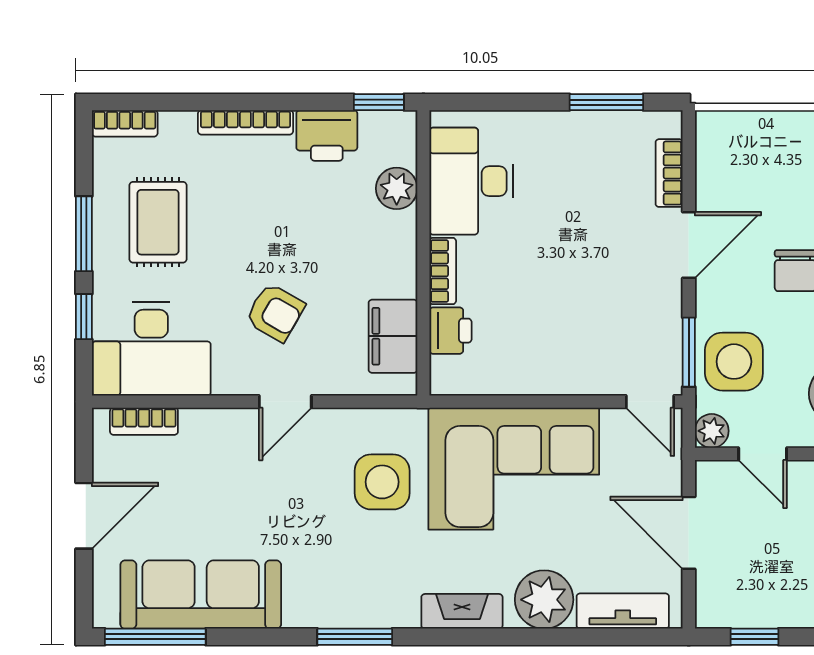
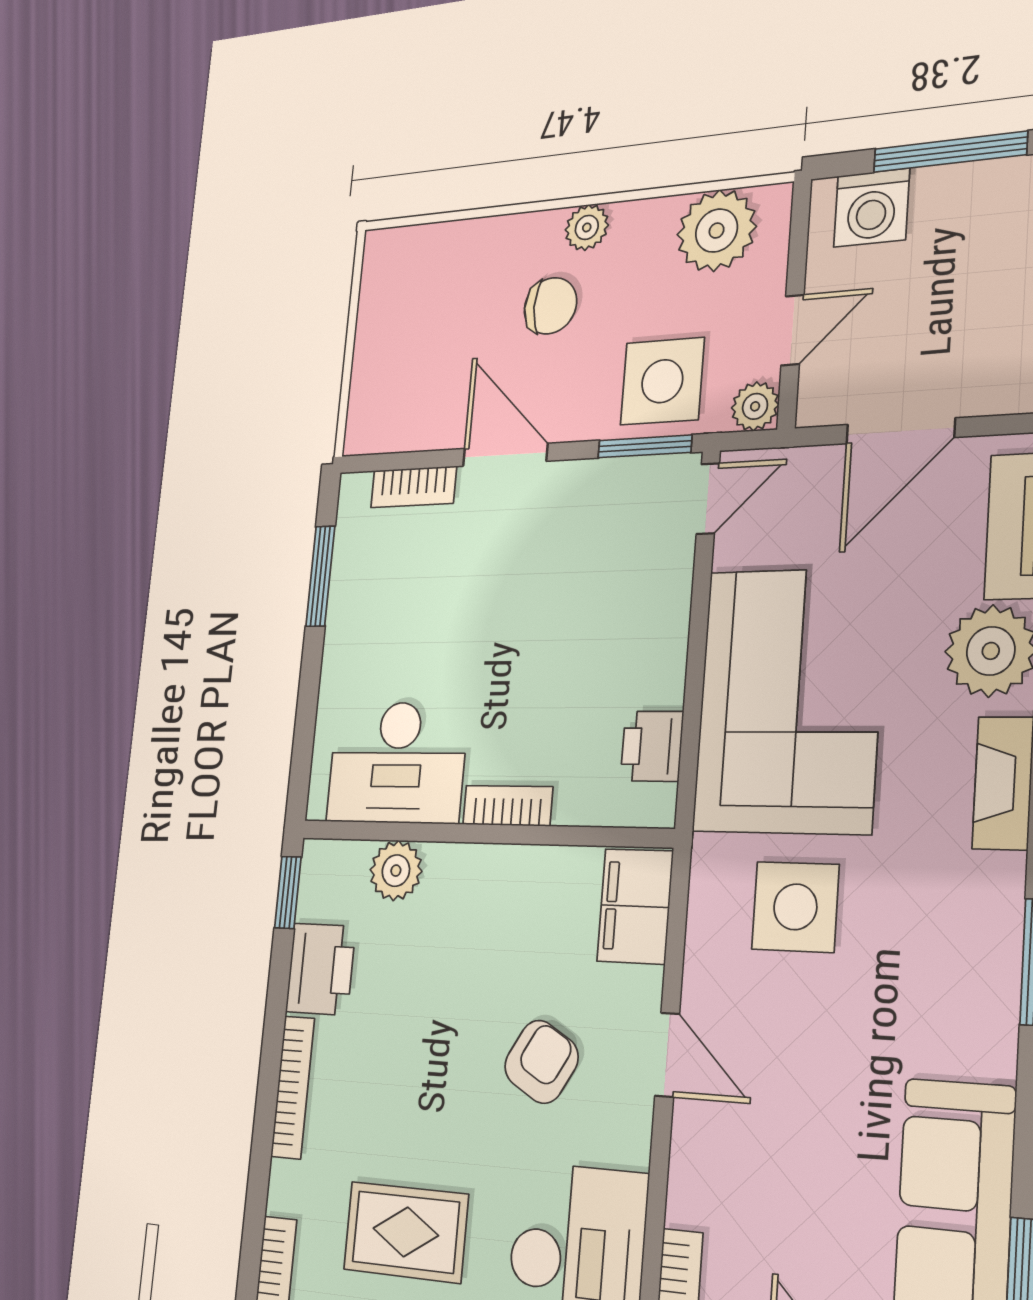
printer: (451, 331) -> (652, 746), moved, turned -90
filing cabinet: (393, 336) -> (635, 906), moved, turned 90

